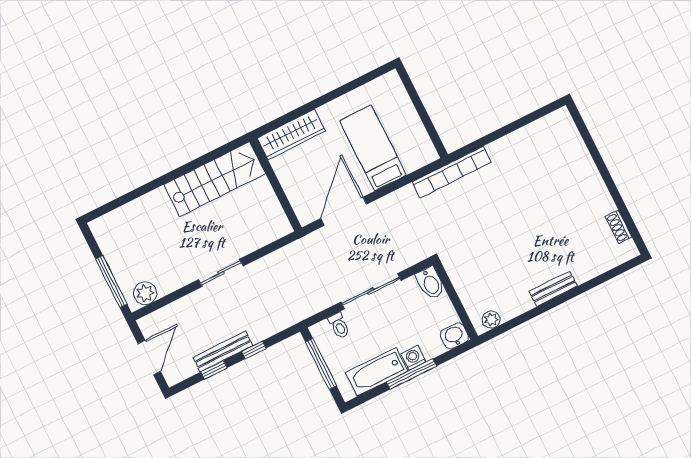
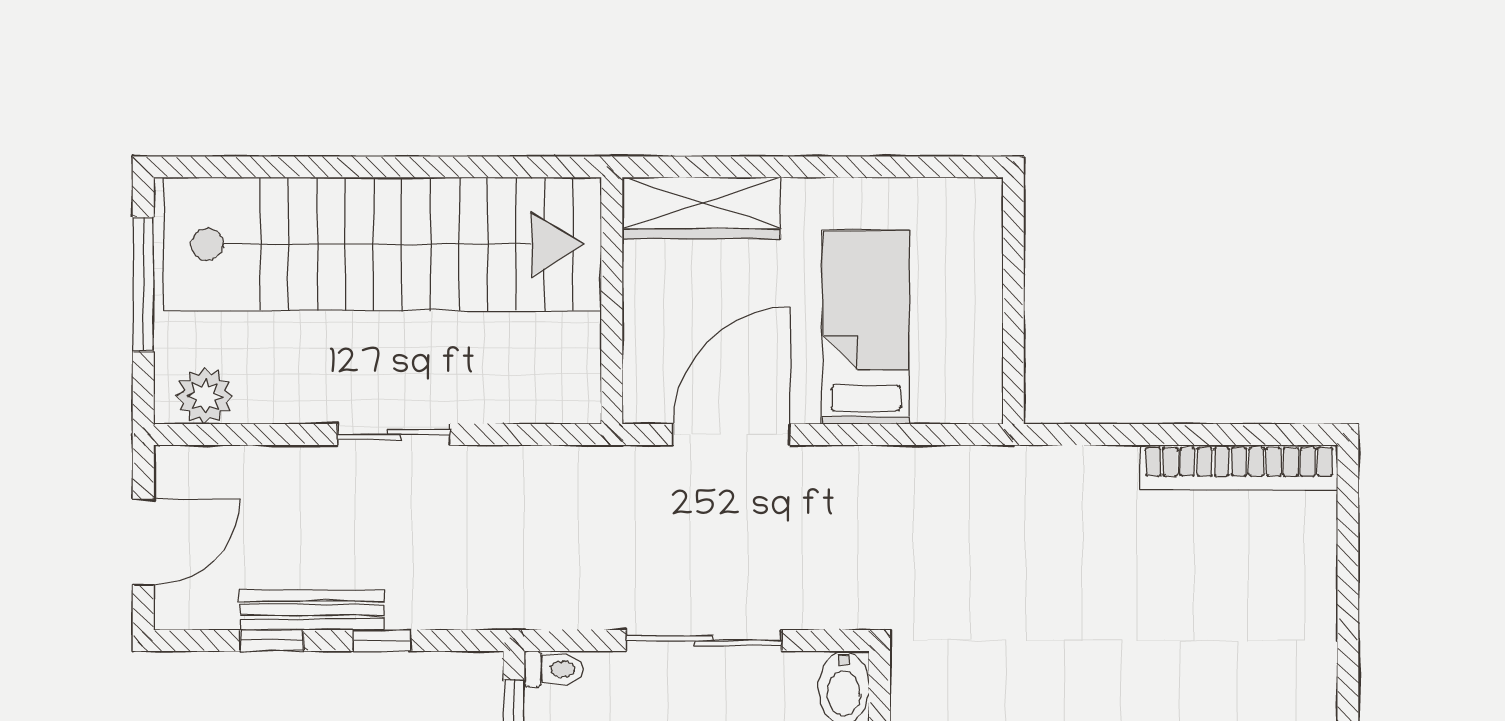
bookcase: (452, 172) -> (1239, 467), moved
stairs: (215, 179) -> (382, 244), width x1.86, depth x1.51
window: (111, 282) -> (143, 284), moved
toilet: (339, 326) -> (554, 669), moved, turned -90

